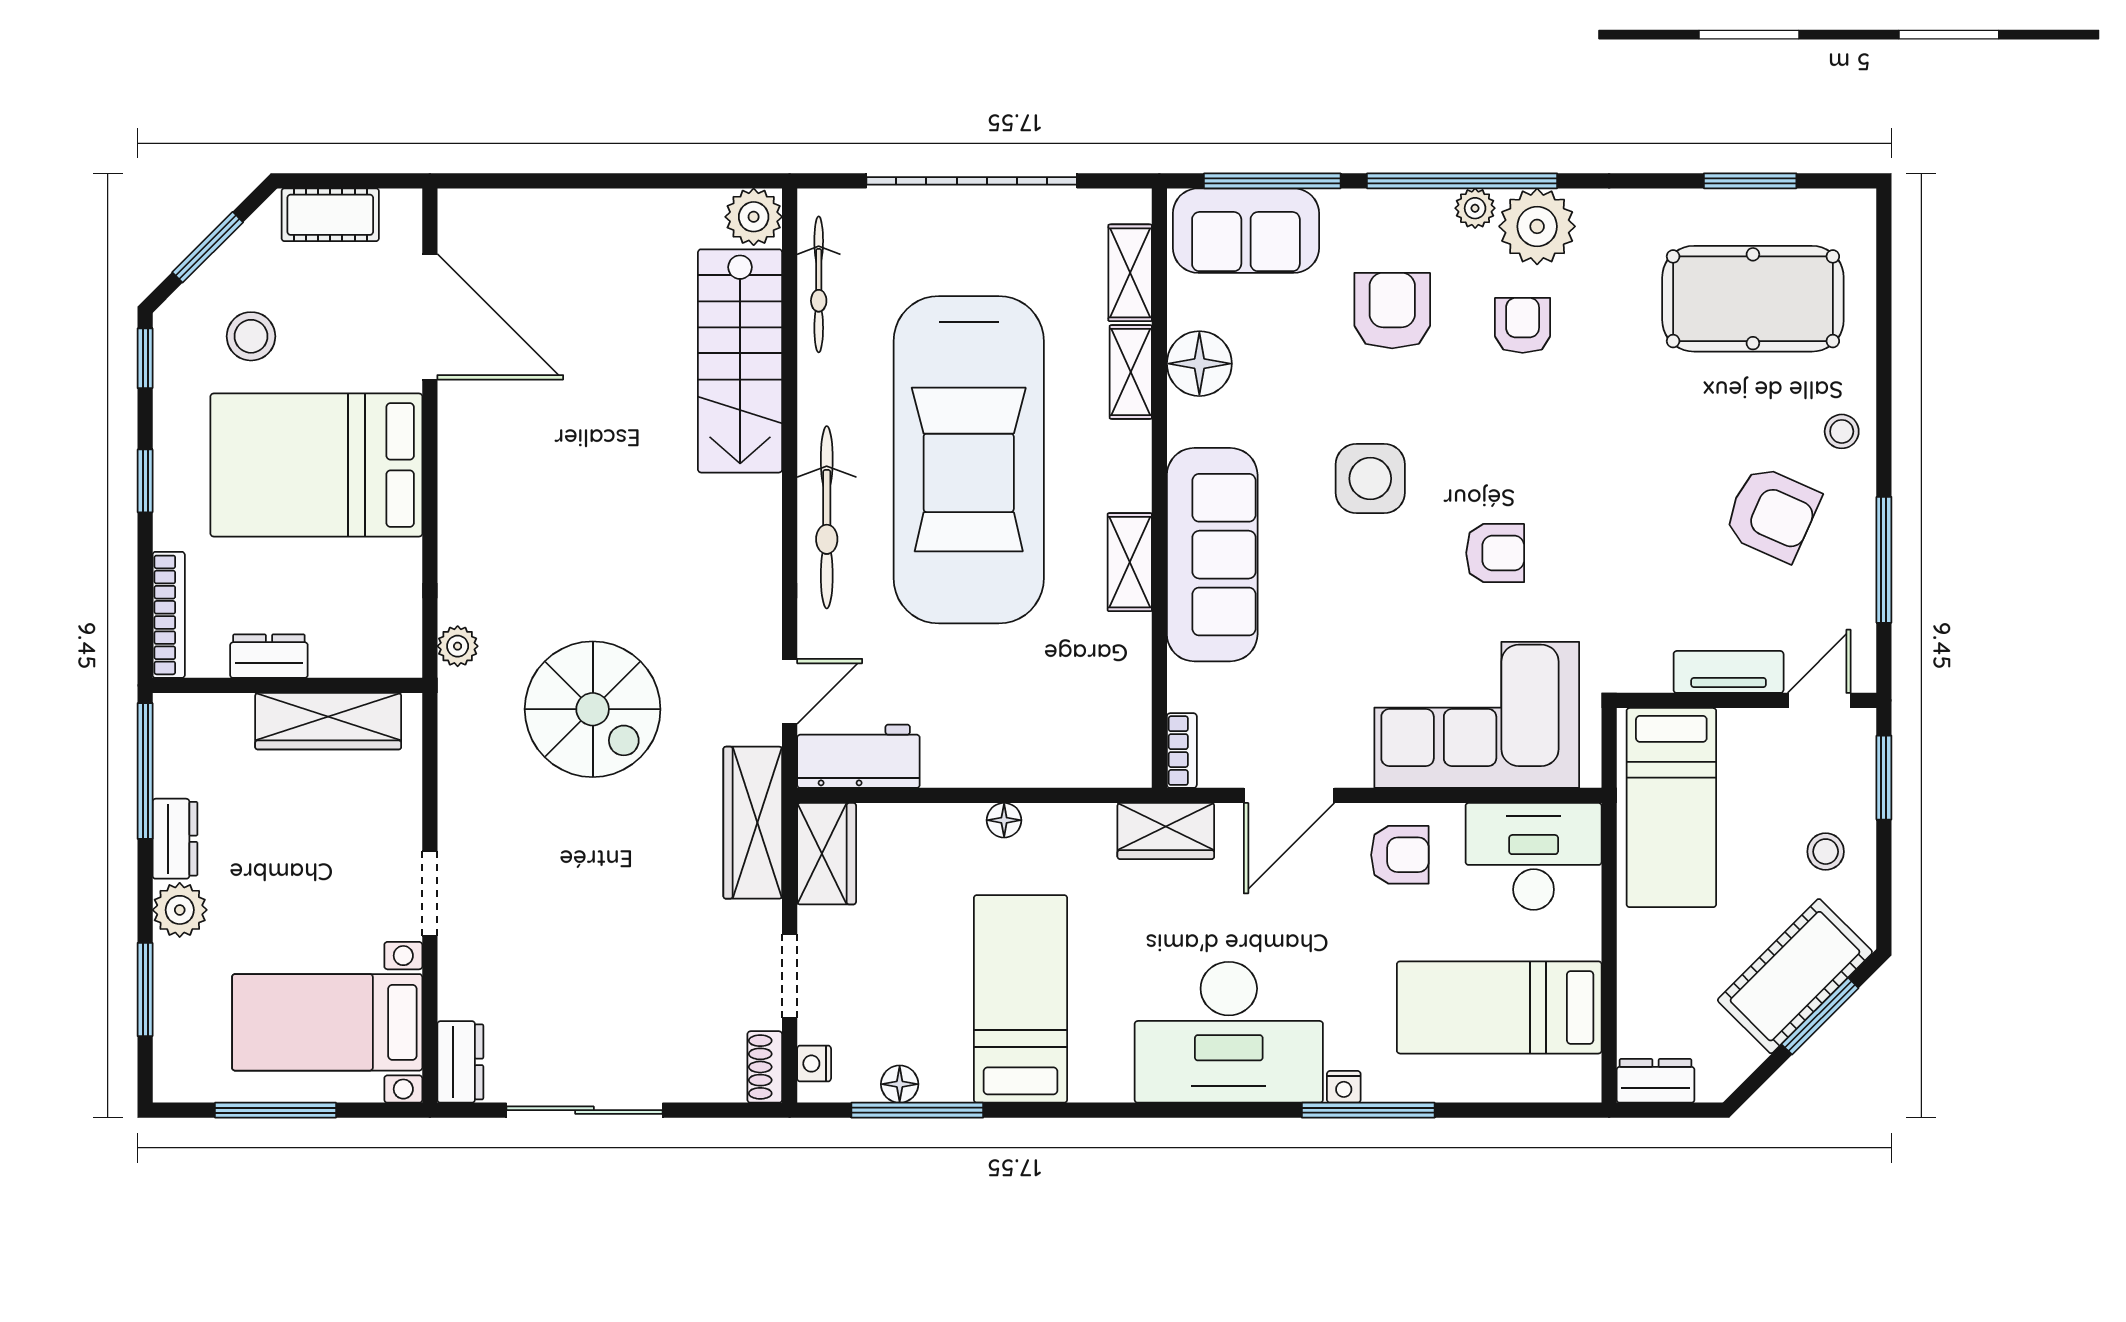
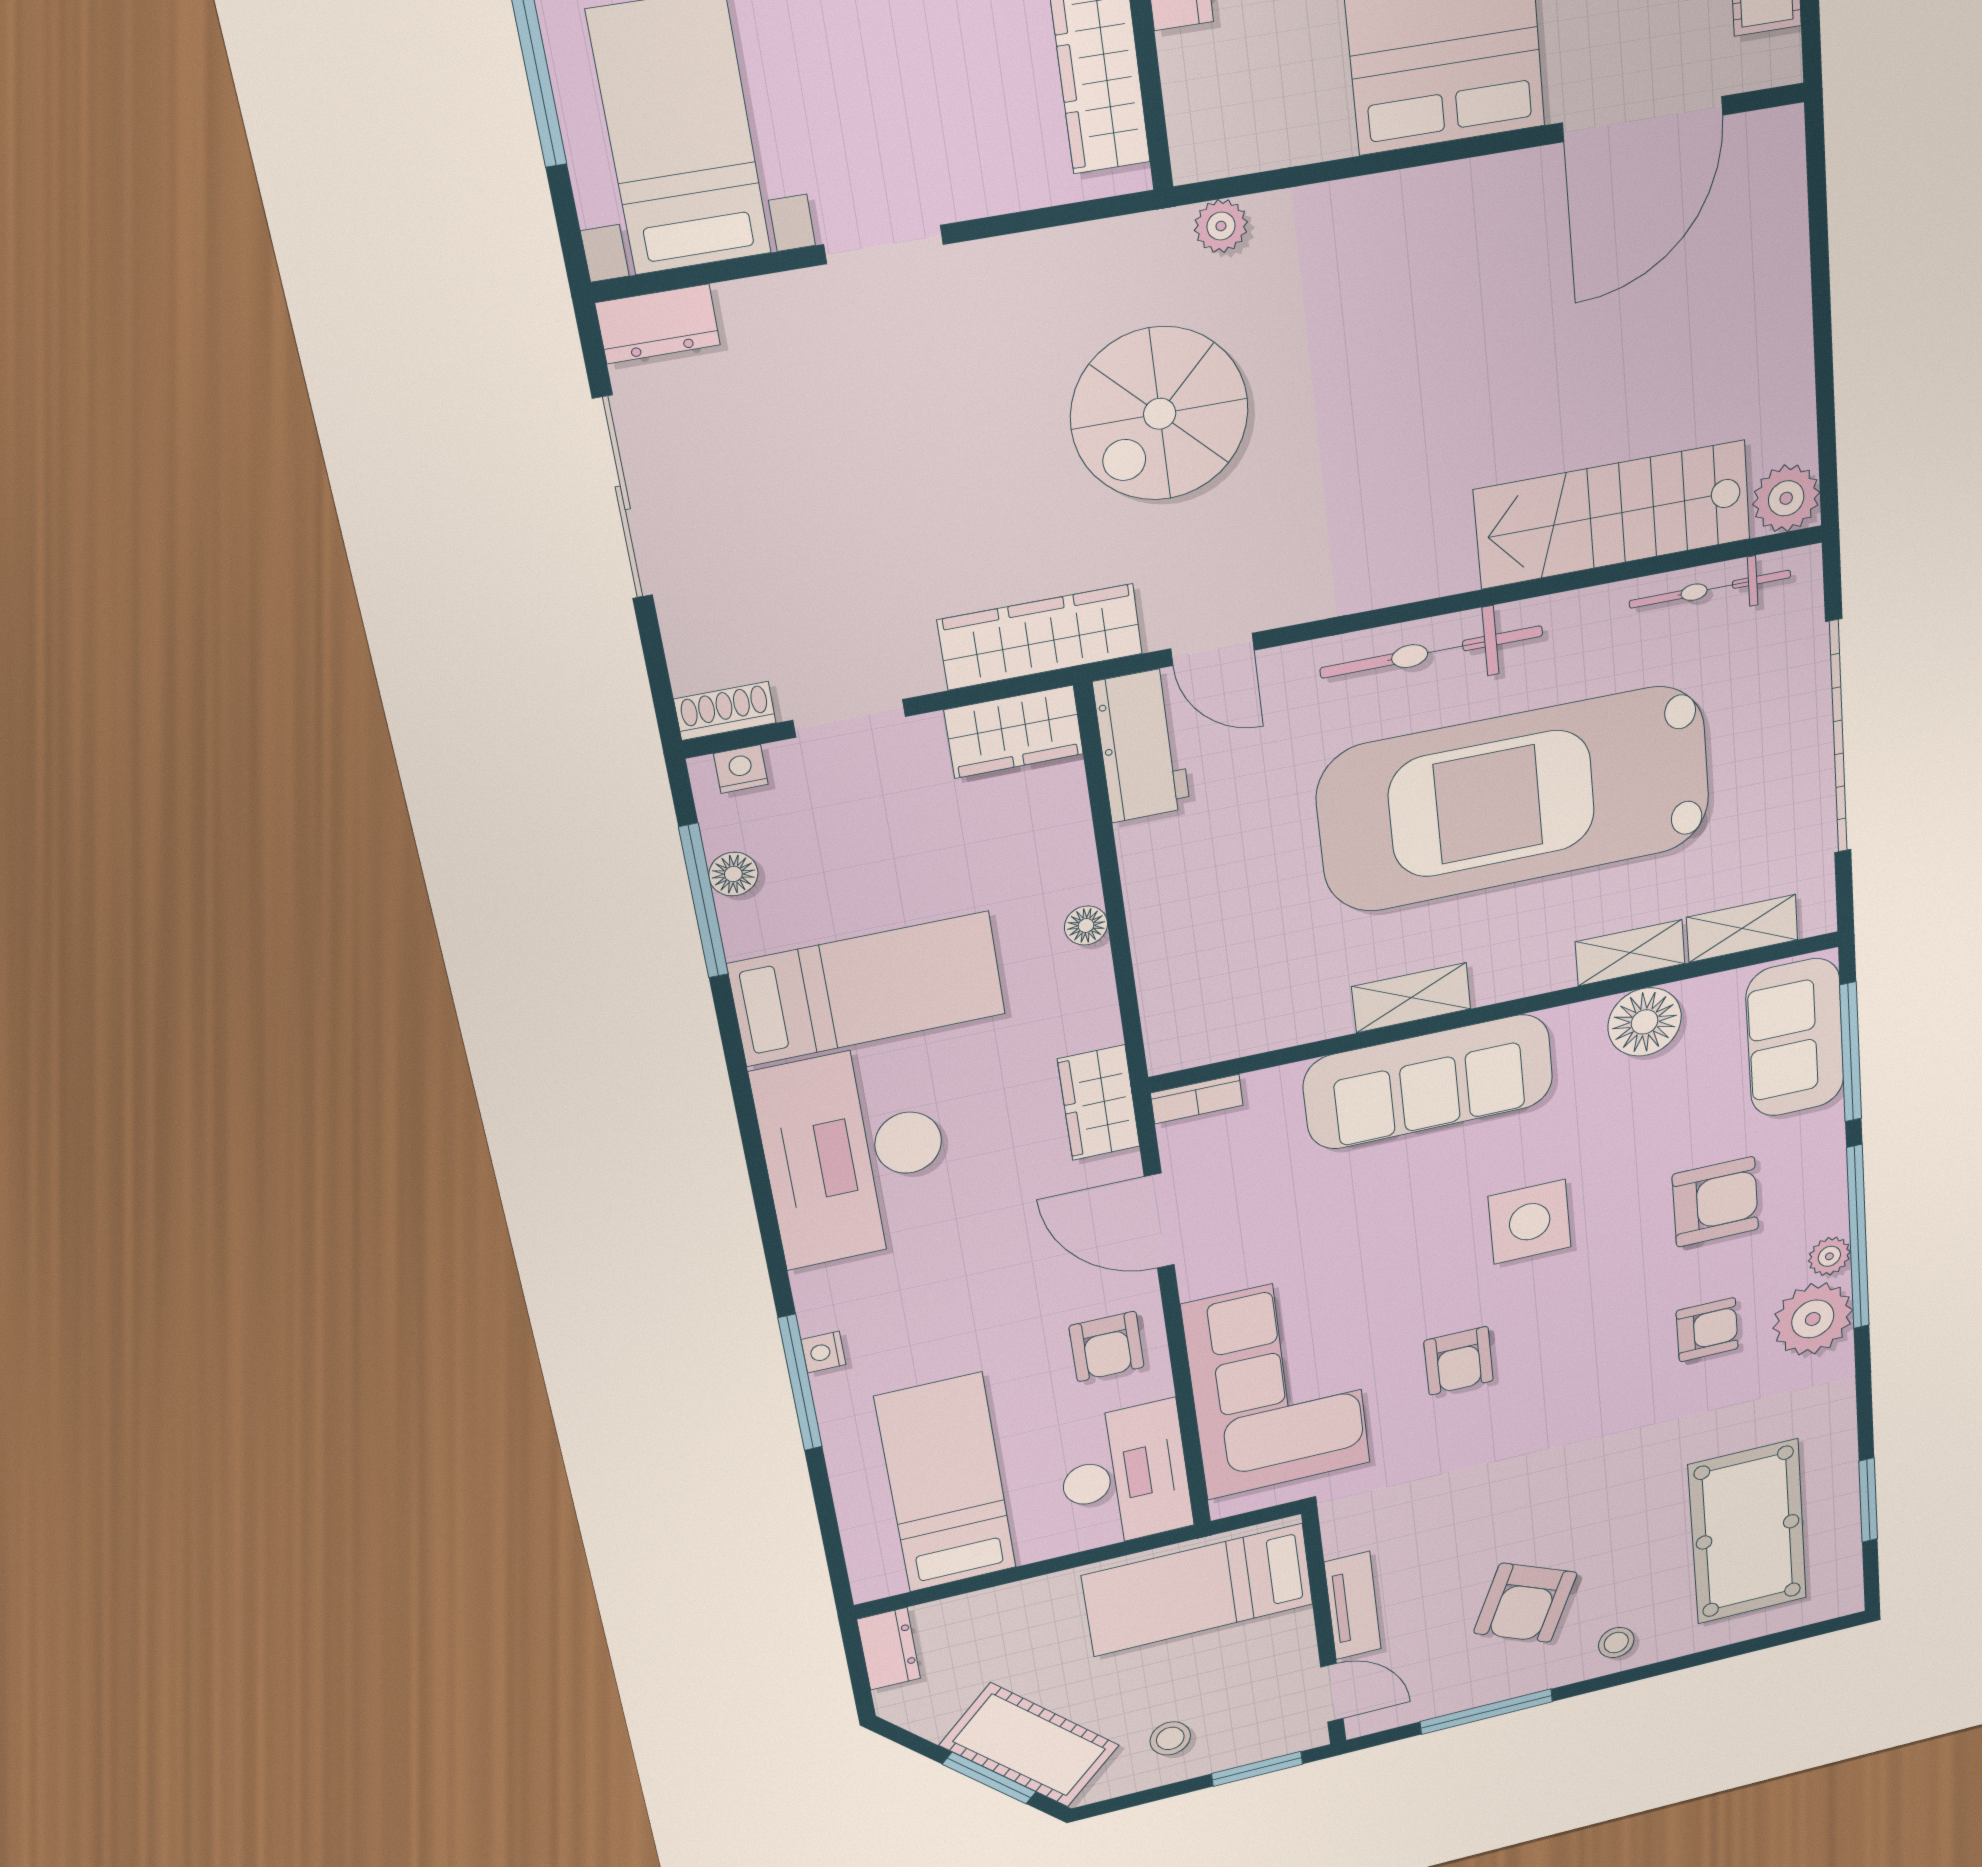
desk: (1229, 1032) -> (855, 1154), moved

